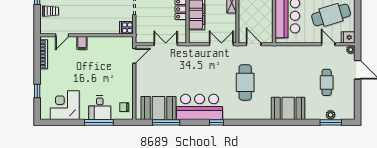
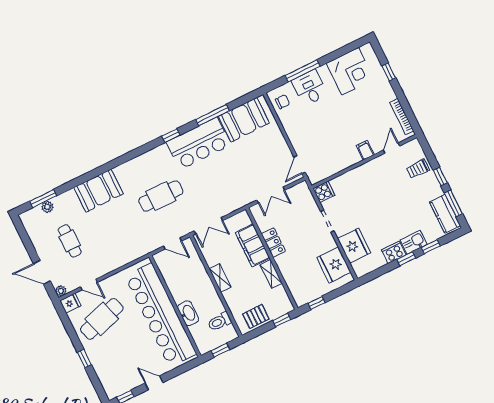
cafe table: (245, 82) -> (161, 196), turned 90
window: (166, 122) -> (213, 115), moved

